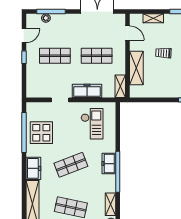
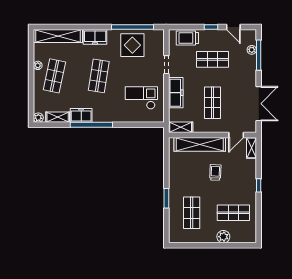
shelving: (153, 18) -> (251, 148), moved
shop shelf: (55, 56) -> (212, 59), turned 90
shelving: (136, 68) -> (200, 144), width x1.47
trolley: (35, 80) -> (187, 38), added
checkout: (92, 124) -> (141, 98), turned 180
freezer: (109, 164) -> (81, 115), moved
shop shelf: (71, 165) -> (99, 76), turned 30

